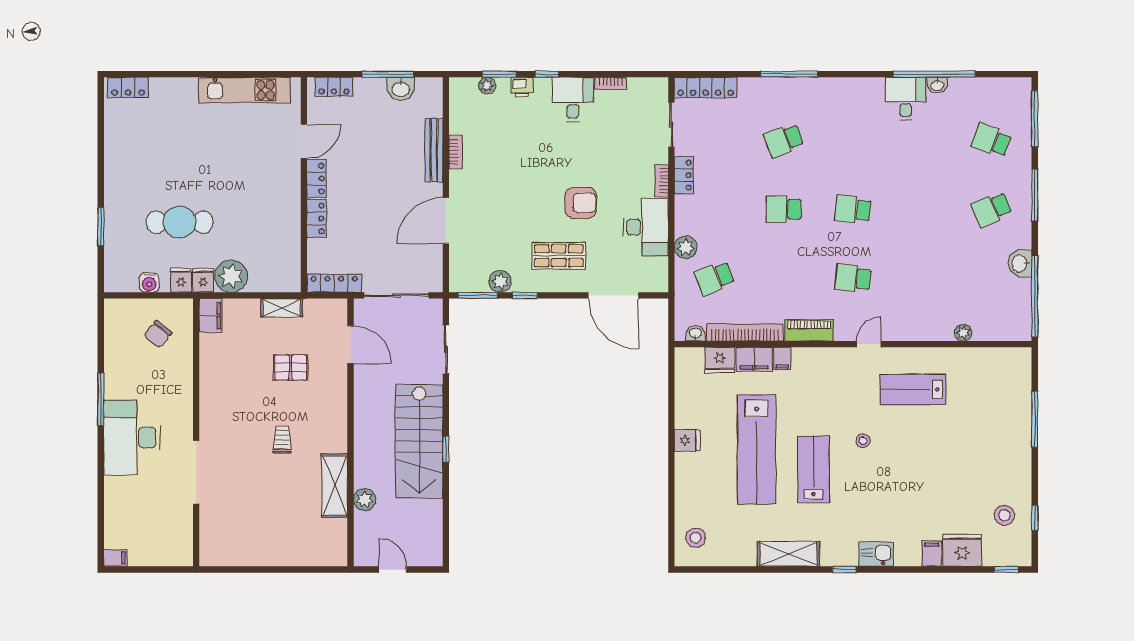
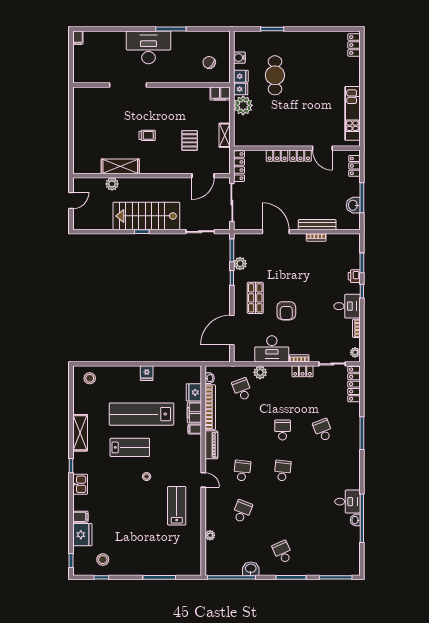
plant: (487, 86) -> (355, 352), moved
school desk: (992, 140) -> (242, 511), moved

